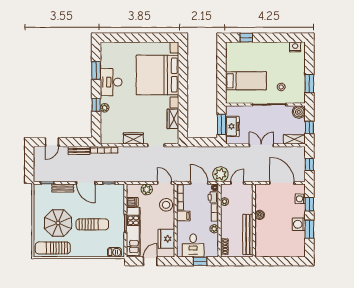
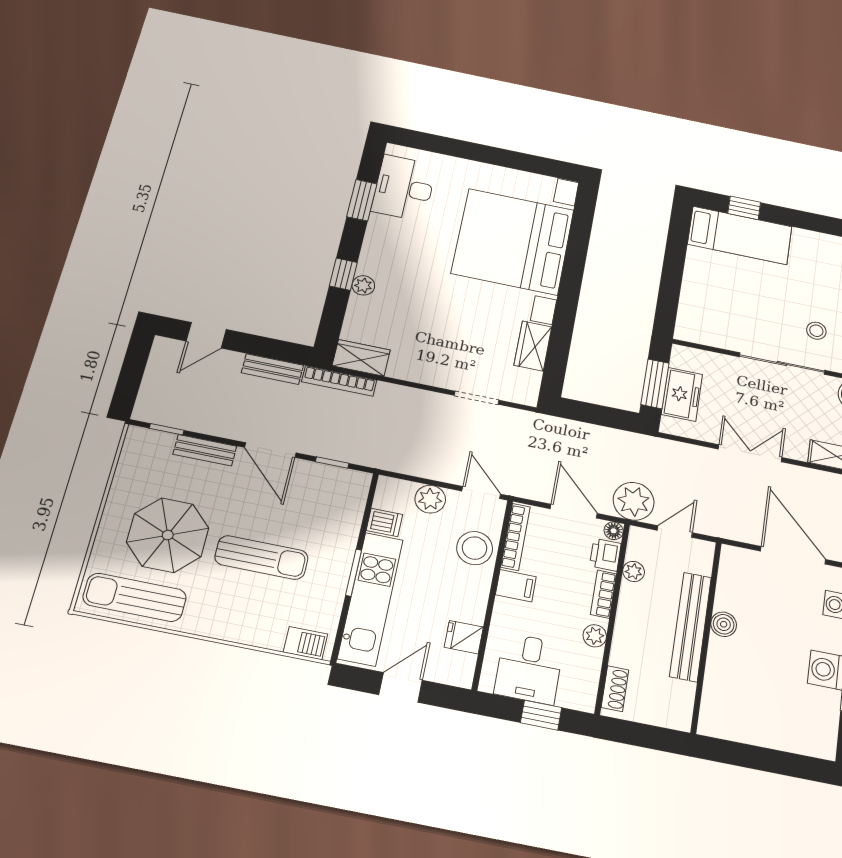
bed: (246, 81) -> (740, 235), moved
desk: (111, 82) -> (404, 188), moved
wardrobe: (133, 138) -> (361, 358), moved
bench: (248, 234) -> (691, 627), moved
fridge: (166, 239) -> (464, 637), width x0.53, depth x0.75

